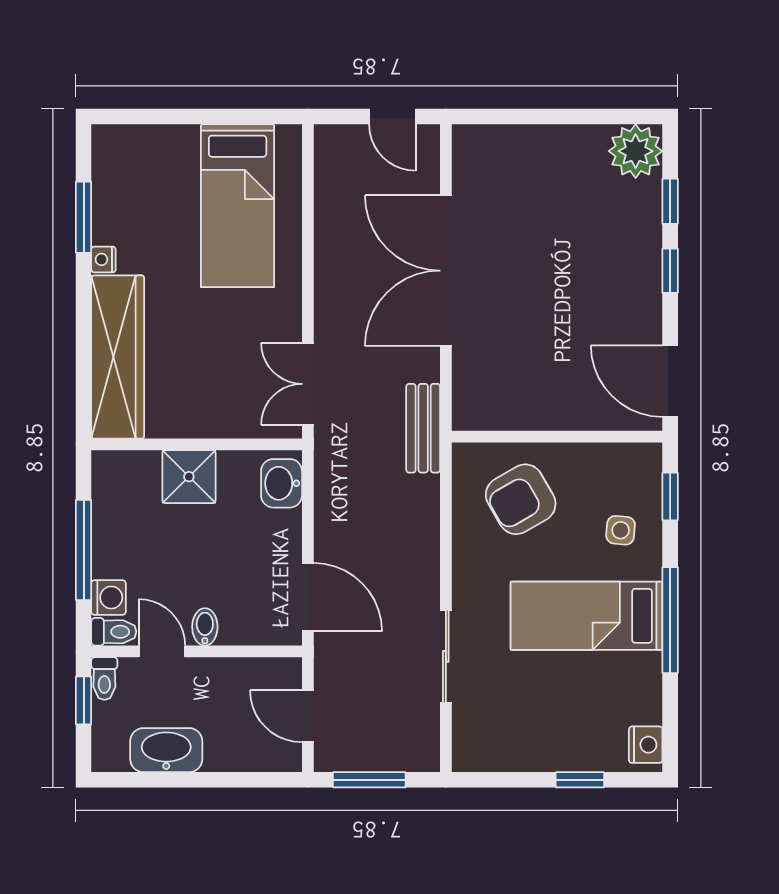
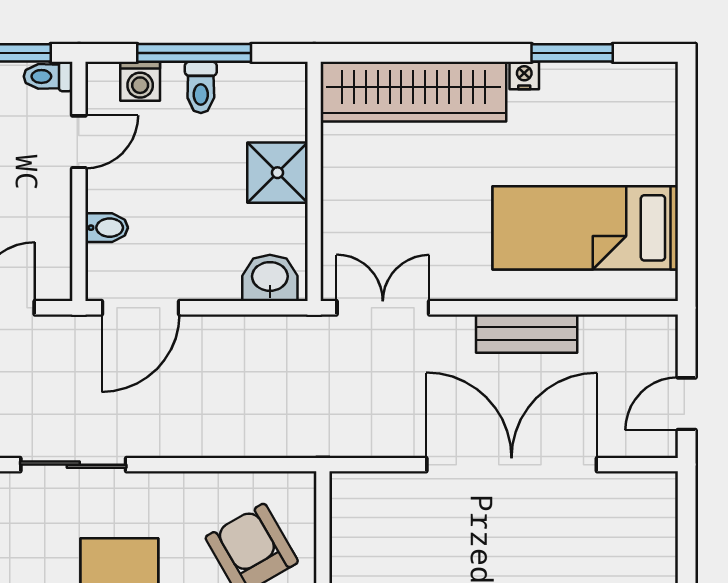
bench: (423, 428) -> (527, 334), moved
bidet: (205, 627) -> (107, 228), moved
toilet: (114, 632) -> (201, 87), moved

